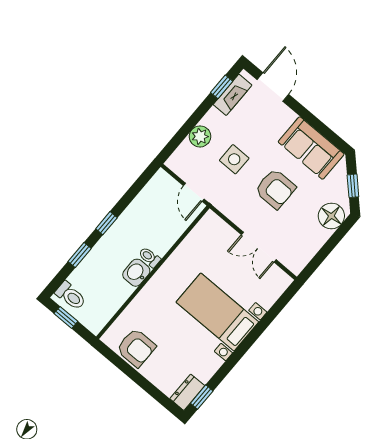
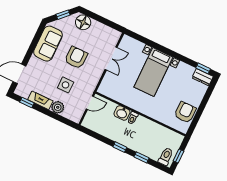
fireplace: (233, 95) -> (40, 100), moved
washbasin: (136, 273) -> (122, 113), moved

